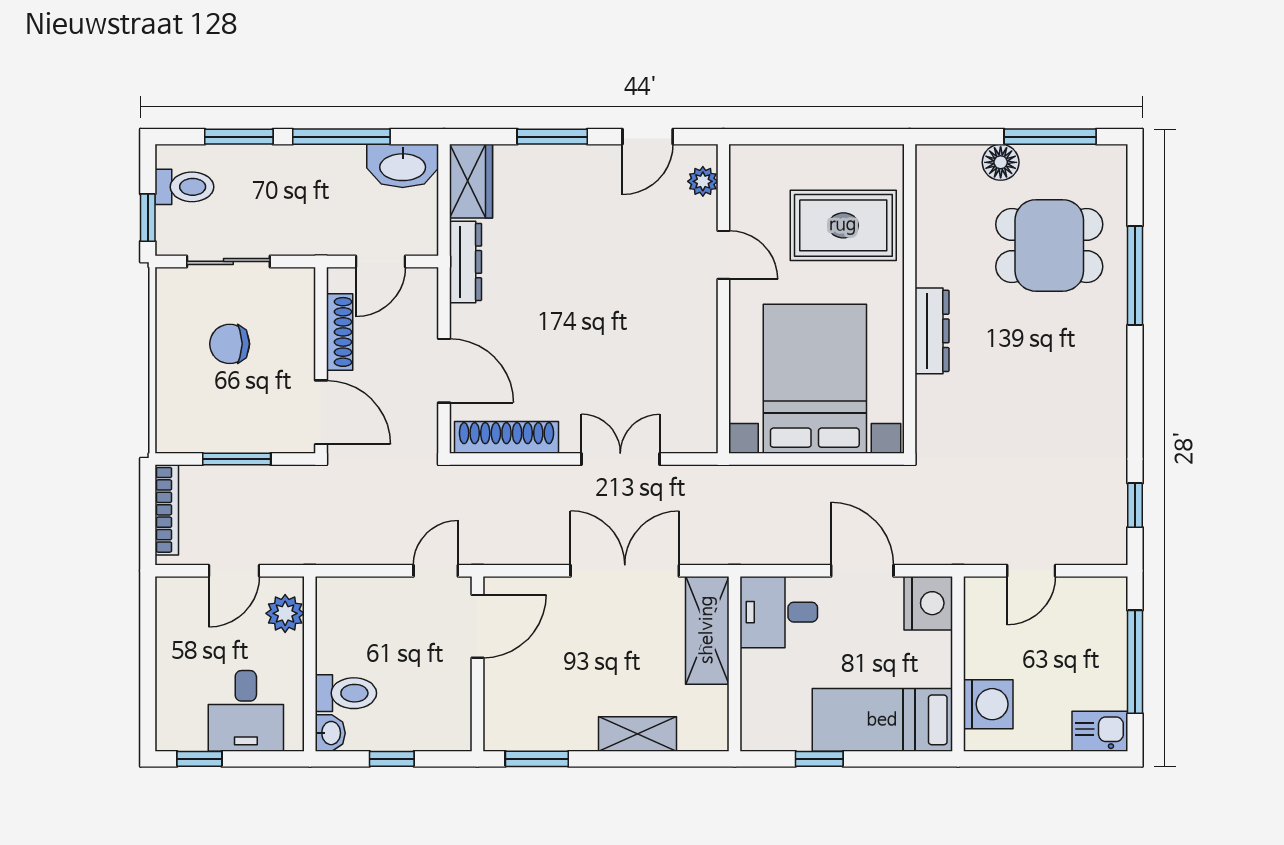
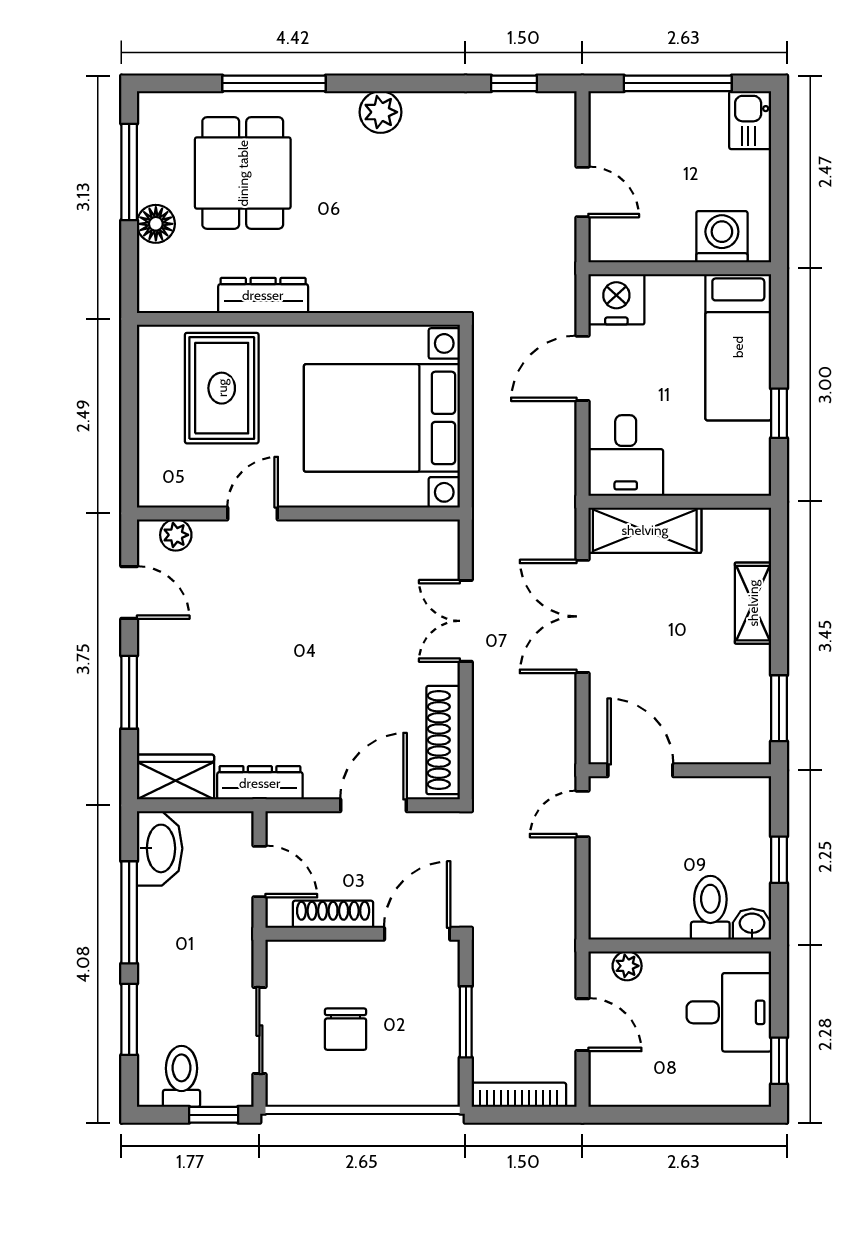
dresser: (932, 331) -> (263, 295), moved
plant: (1108, 377) -> (381, 112), added
door: (436, 571) -> (582, 814), hinge flipped
plant: (285, 613) -> (627, 966), width x0.73, depth x0.73

